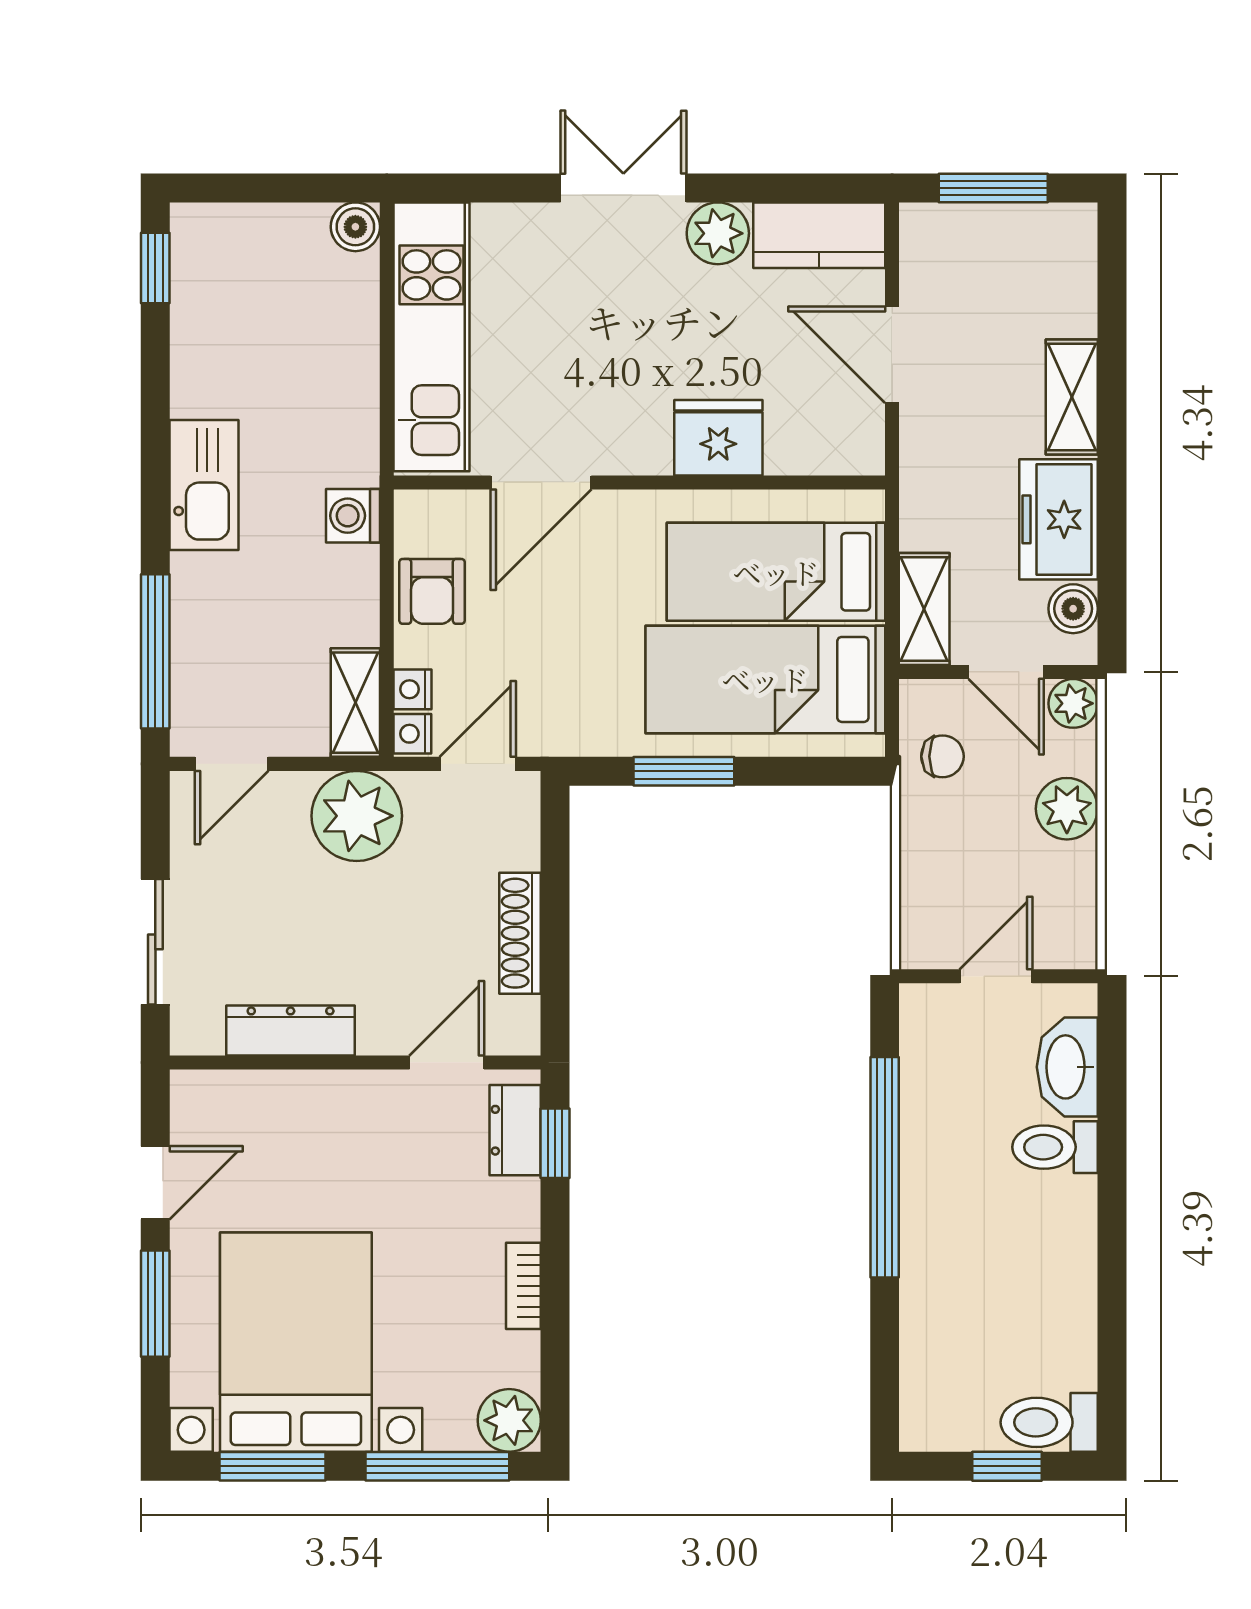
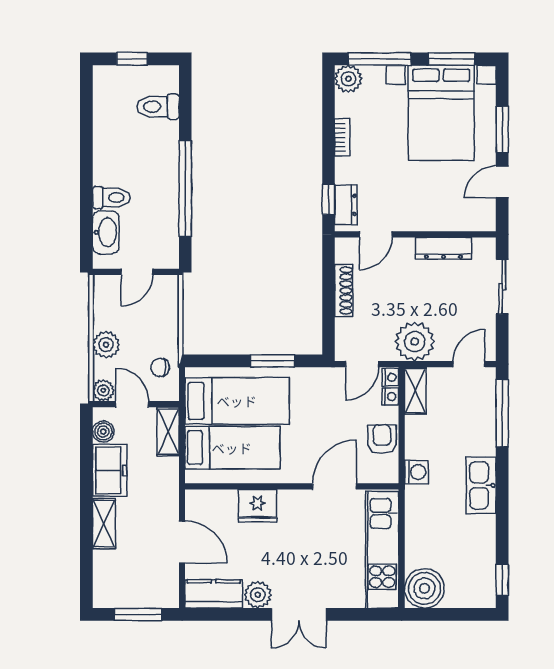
boiler: (355, 227) -> (424, 588), width x1.86, depth x1.86
toilet: (1049, 1422) -> (158, 107), moved, turned 180

